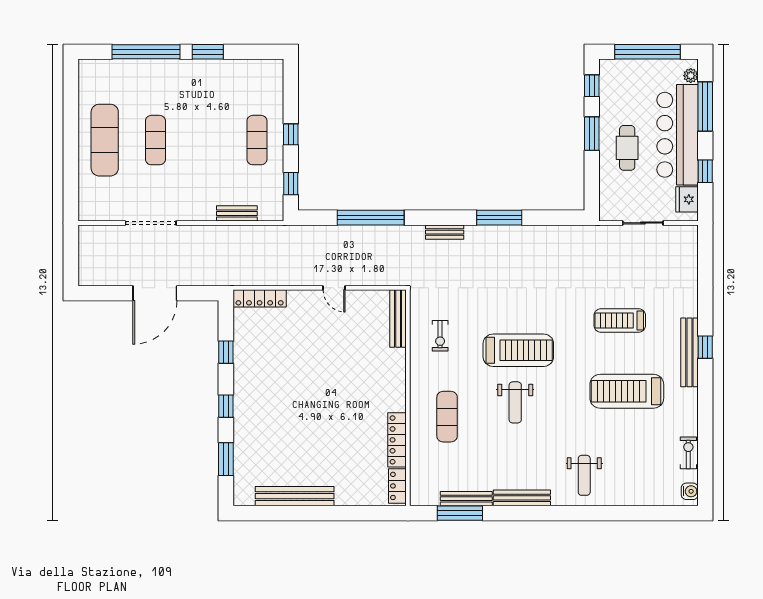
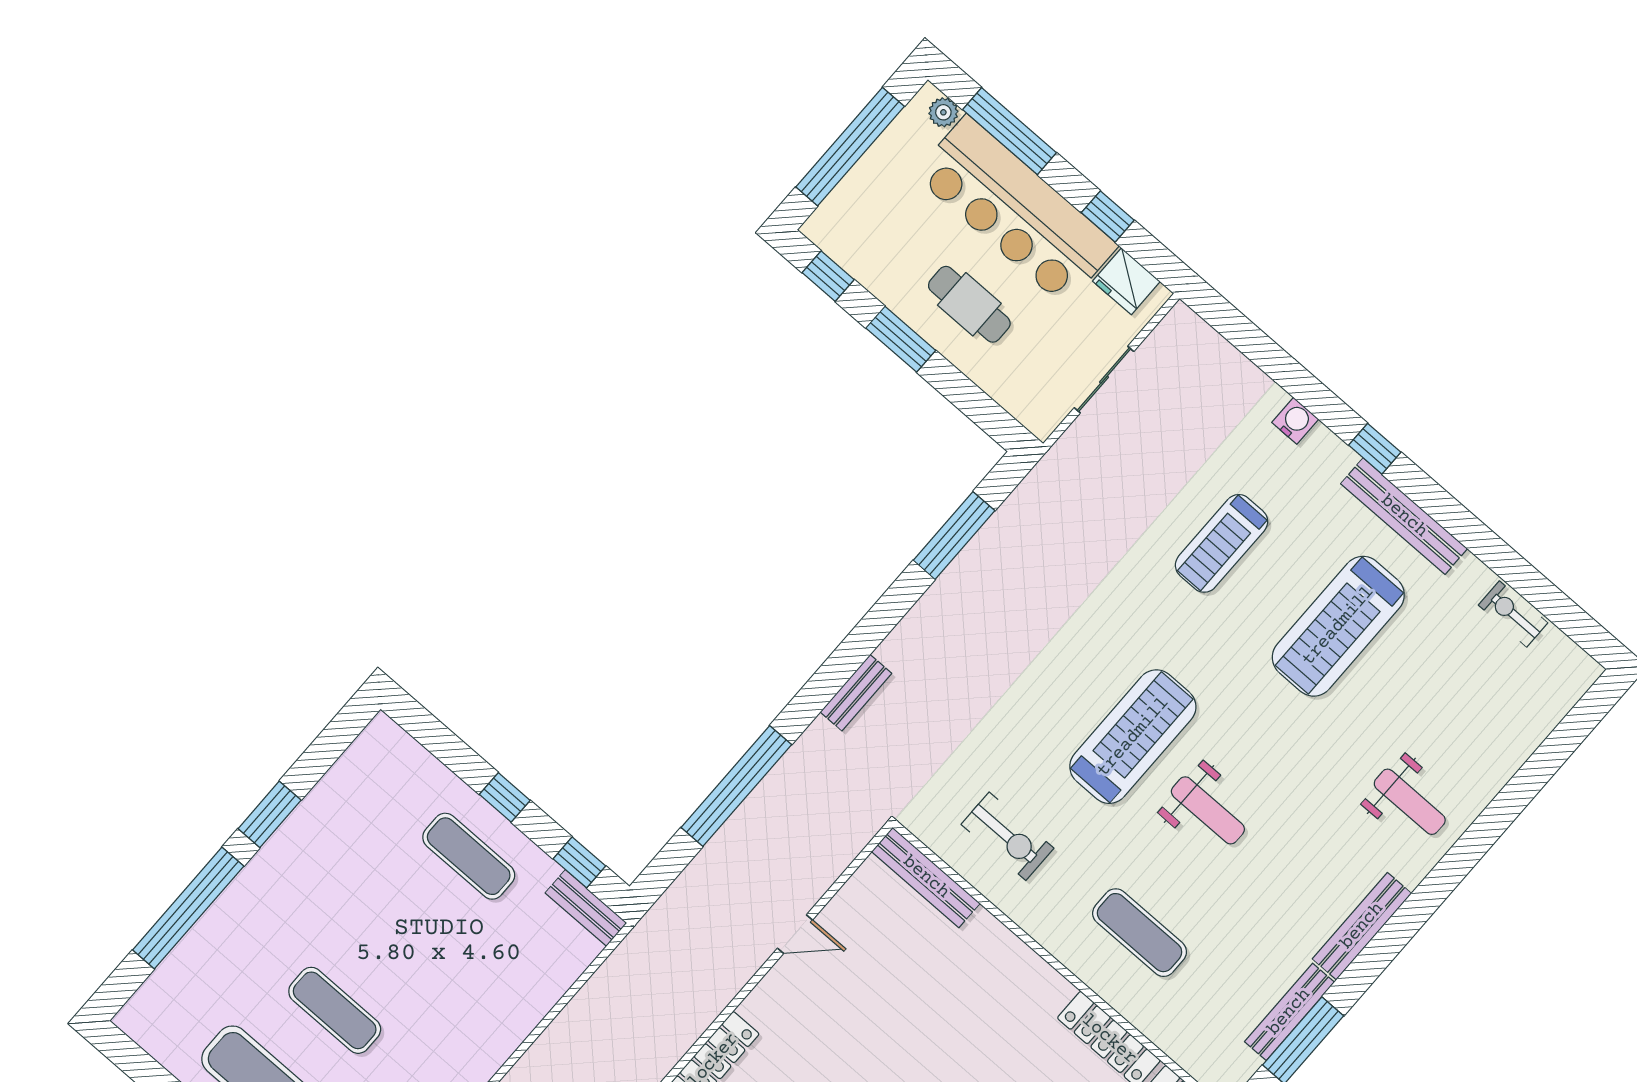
bench: (237, 213) -> (586, 908), moved, turned 90
window: (499, 218) -> (954, 535), moved
exercise bike: (440, 336) -> (1007, 836), width x1.38, depth x1.39
bench: (689, 352) -> (1404, 516), moved
water cooler: (690, 491) -> (1295, 421), moved

